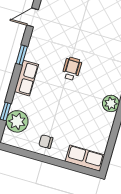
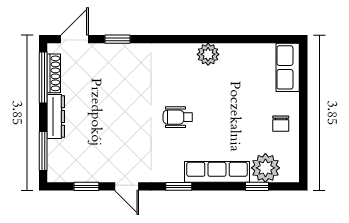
row of seats: (26, 78) -> (217, 172), width x1.48

